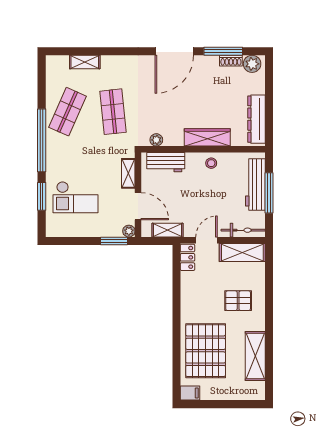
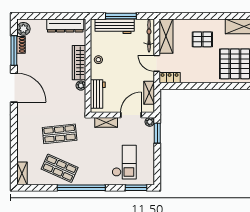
shelving: (85, 62) -> (22, 173), moved
plant: (156, 140) -> (81, 86), moved
window: (42, 196) -> (136, 188), moved
pallet: (238, 301) -> (202, 39), turned 90

